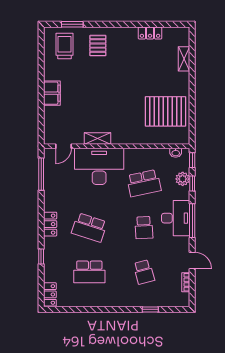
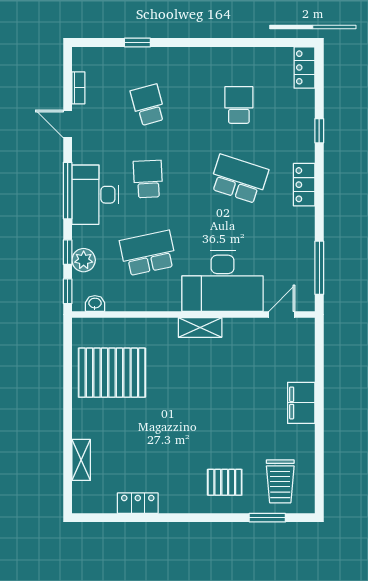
pallet: (98, 46) -> (225, 482), turned 90
shelving: (98, 138) -> (200, 327), moved
school desk: (89, 272) -> (239, 105), width x0.54

